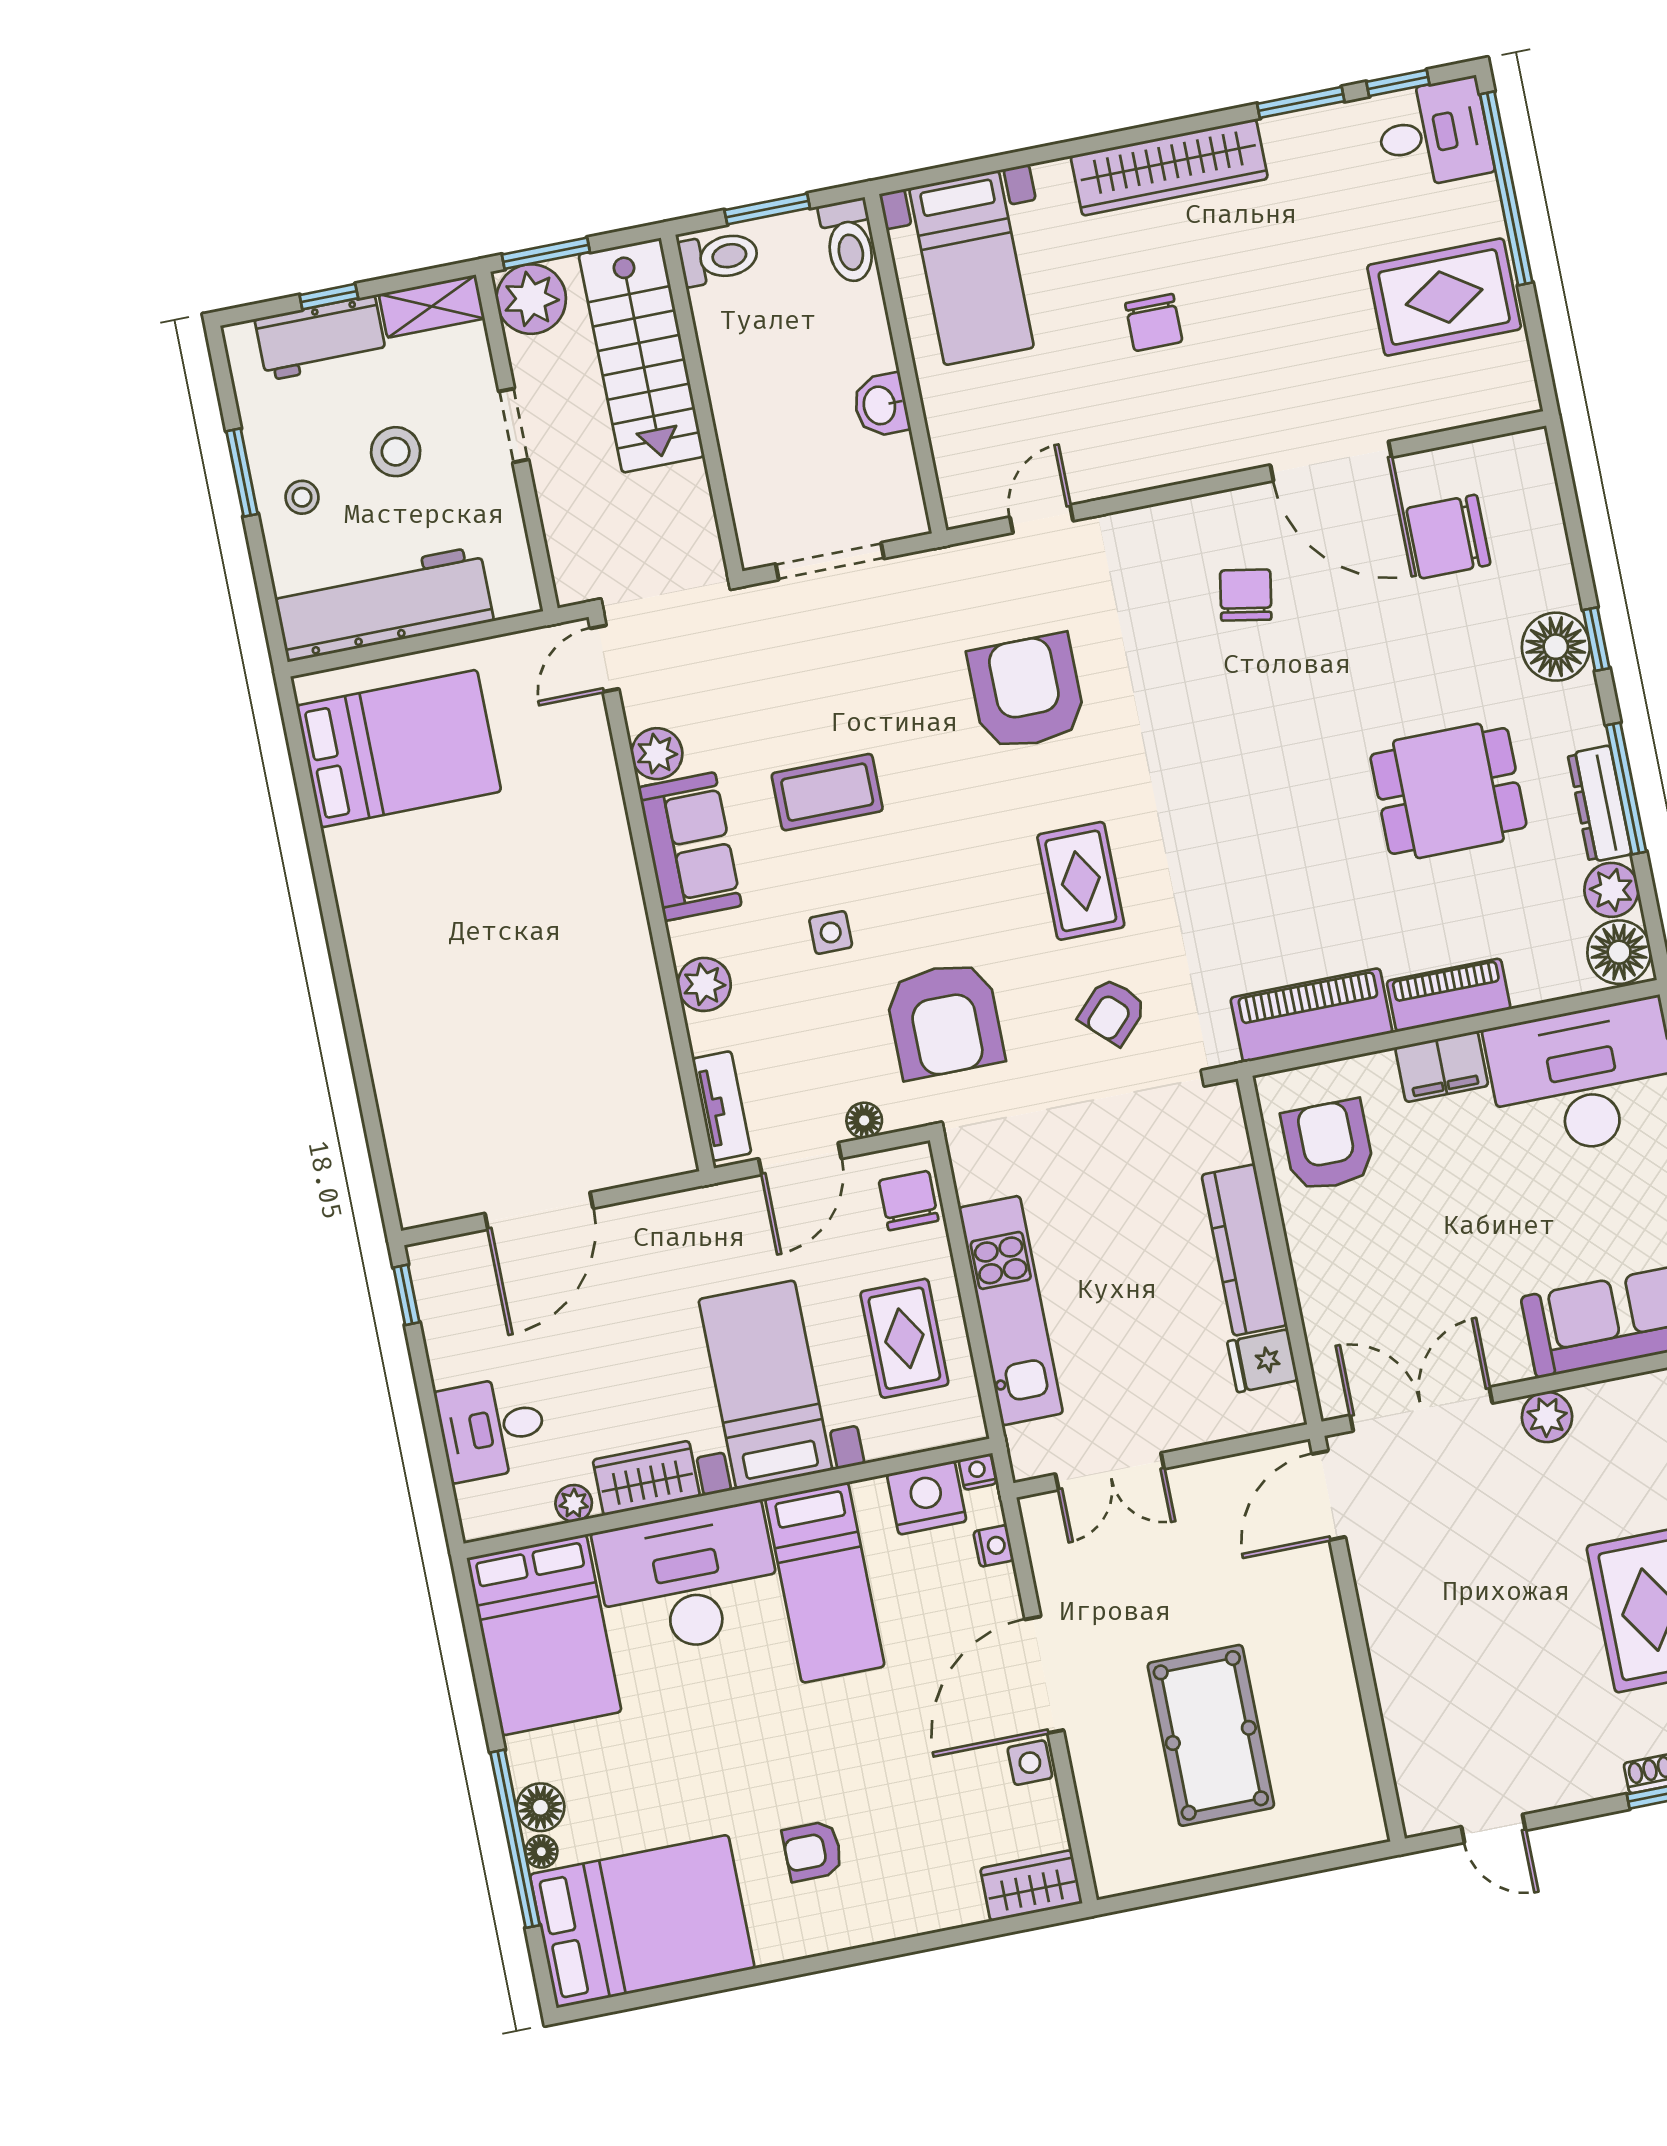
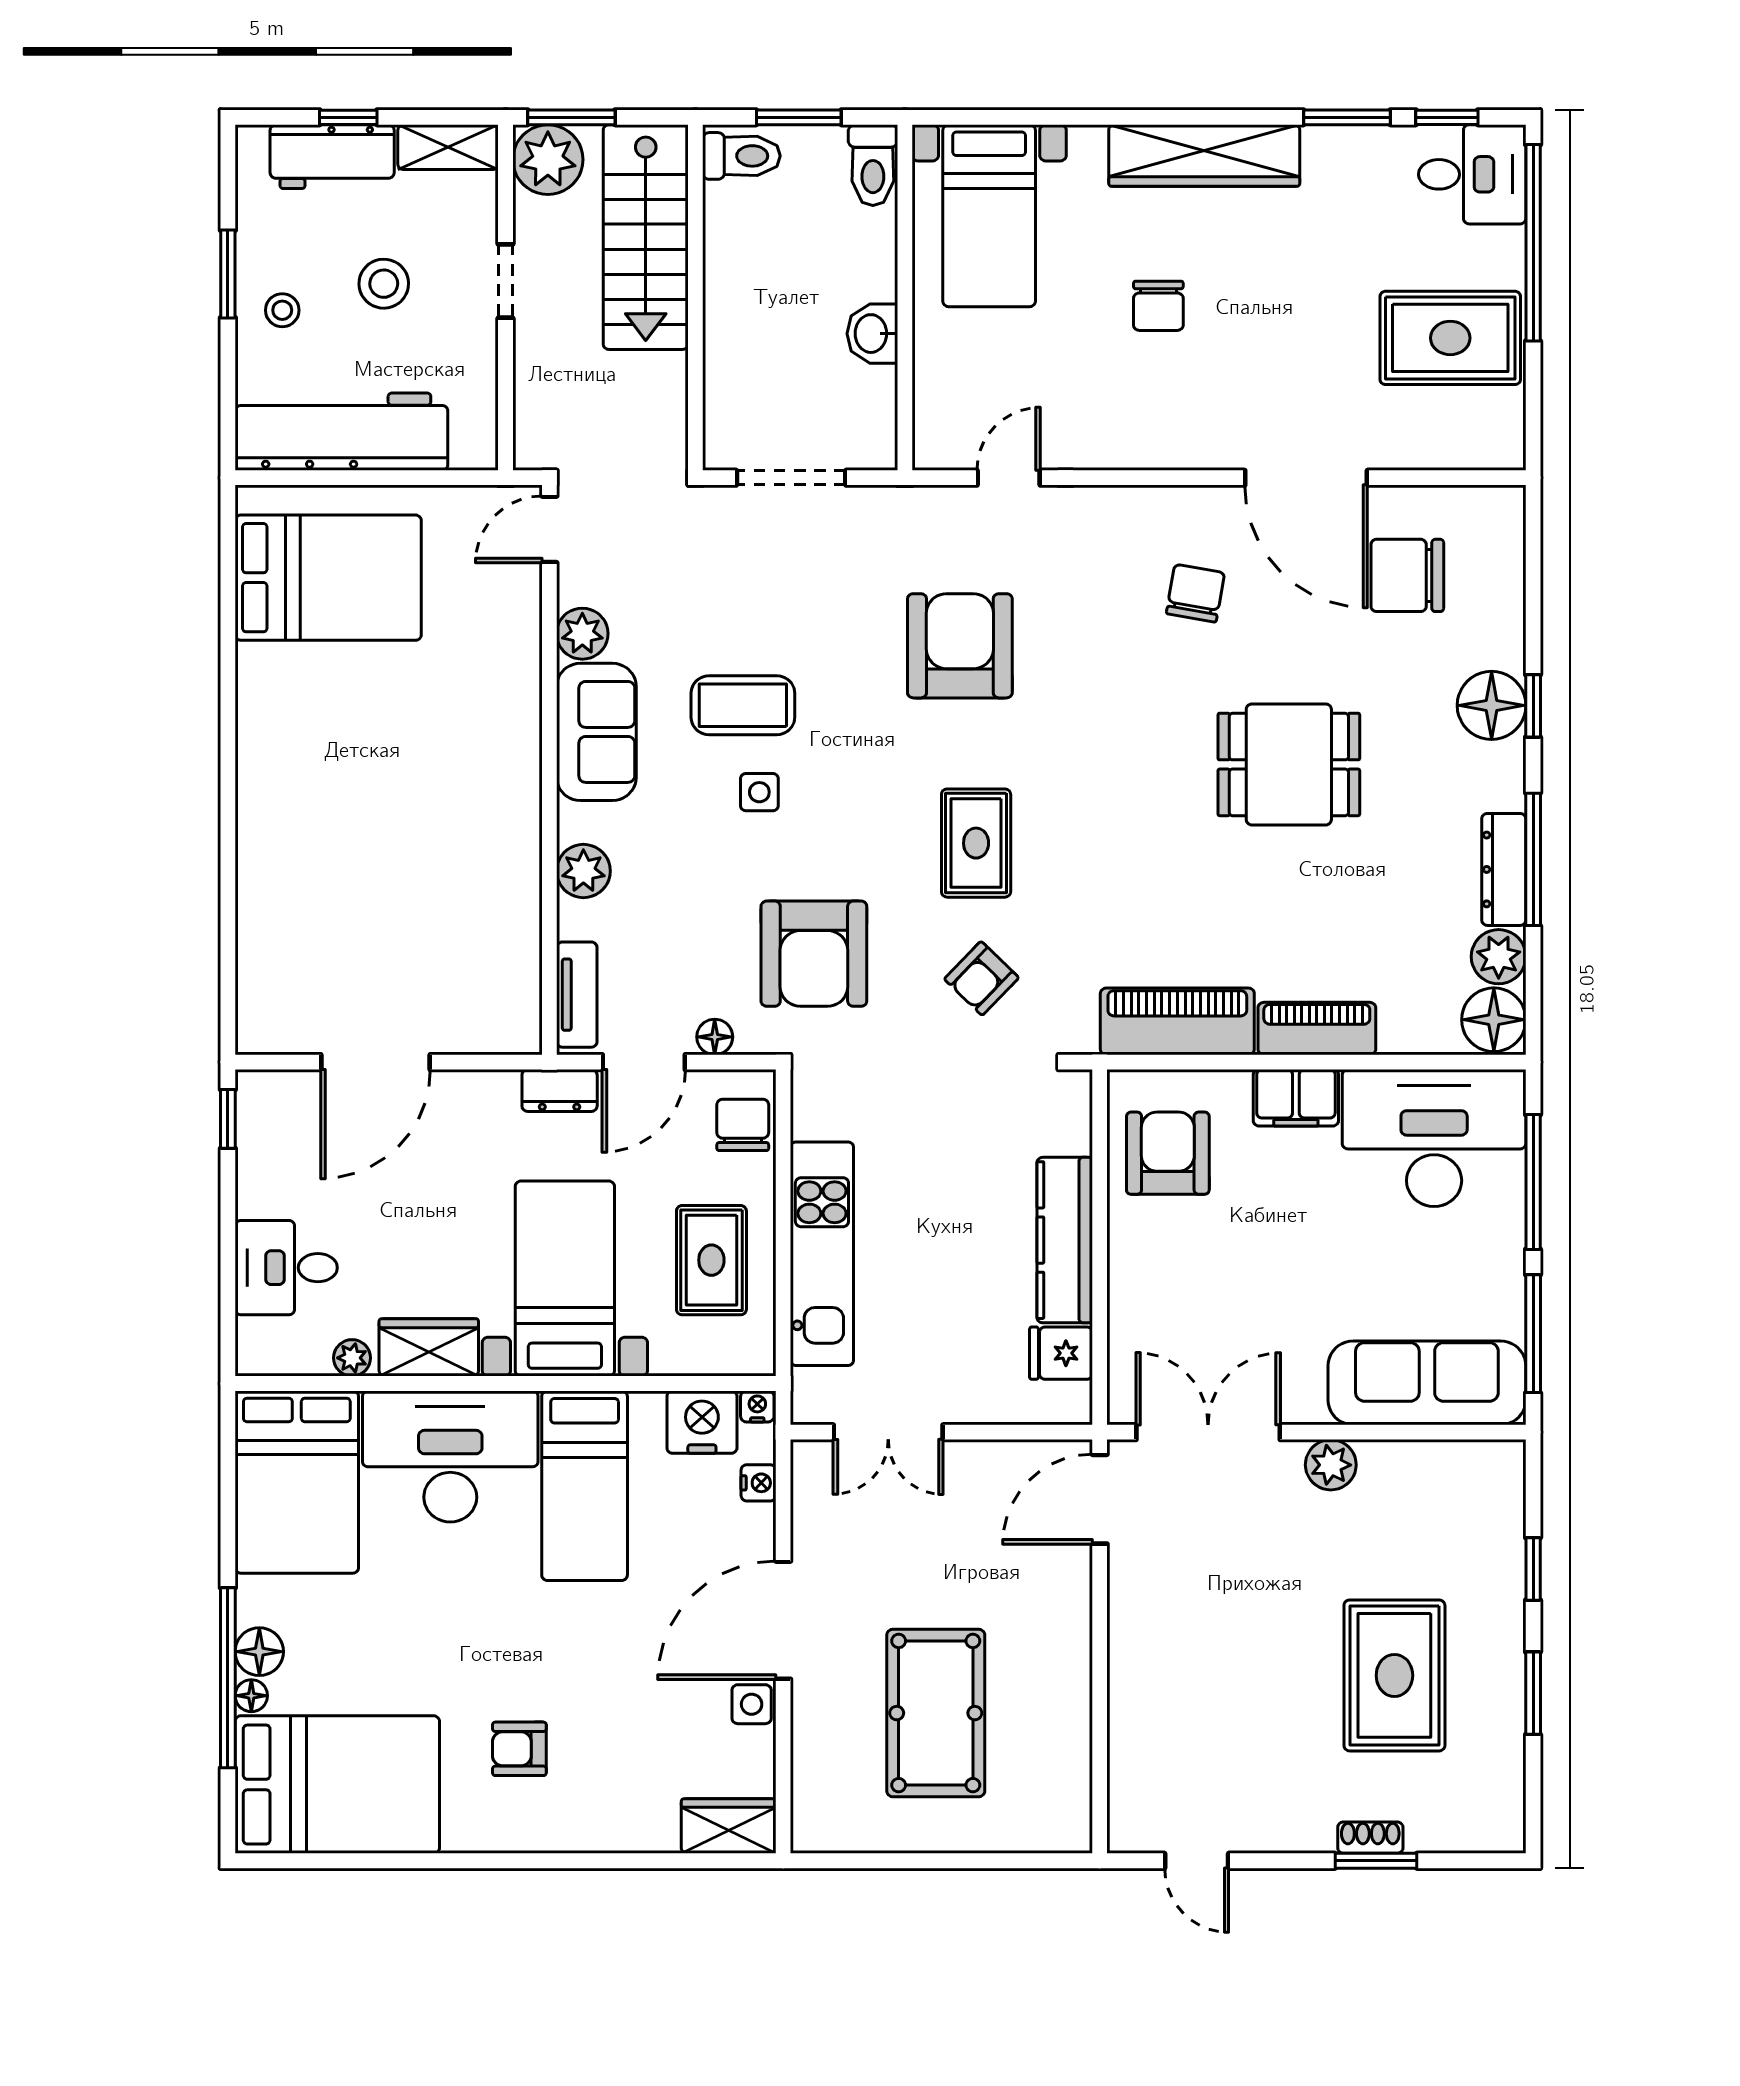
dining table: (1448, 791) -> (1289, 764), moved
side table: (831, 933) -> (759, 792), moved
dresser: (724, 1203) -> (560, 1090), added

